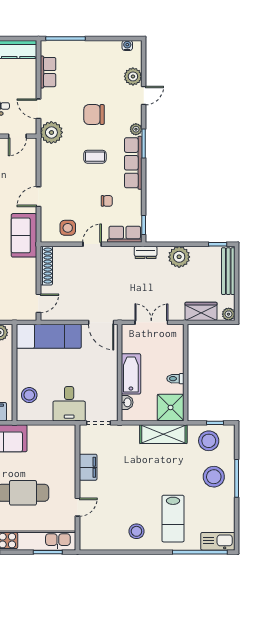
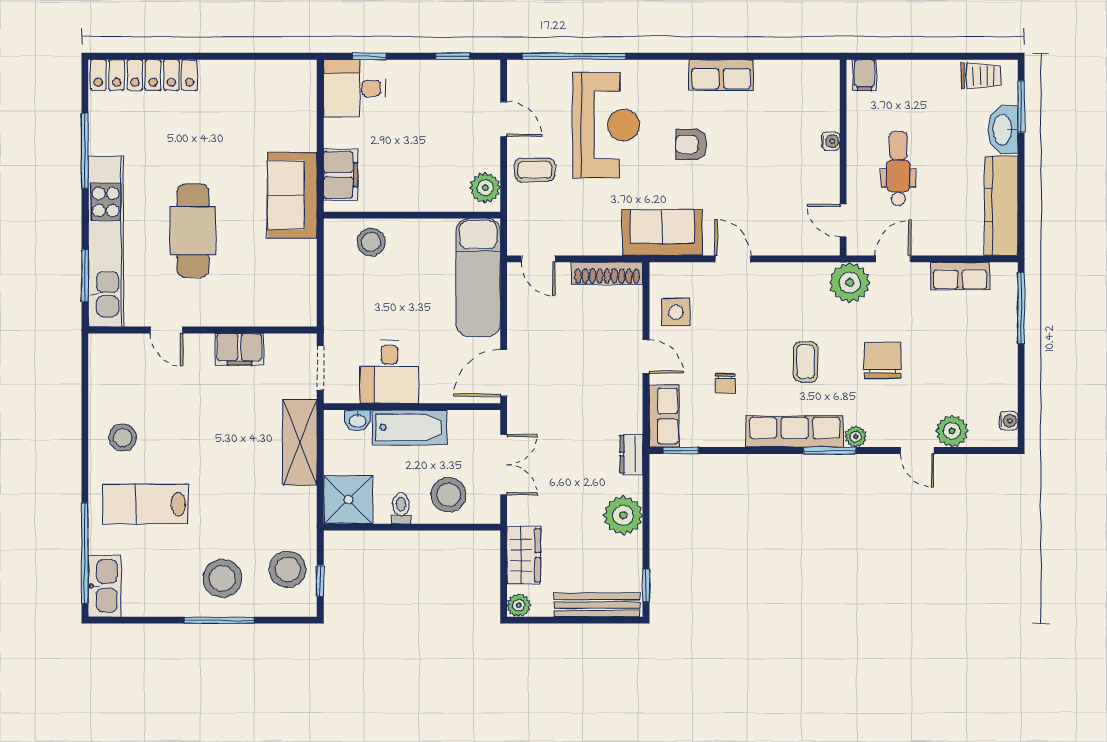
stool: (168, 353) -> (449, 495), added
desk: (69, 404) -> (389, 372), moved, turned -90
shelving: (163, 434) -> (300, 442), moved

